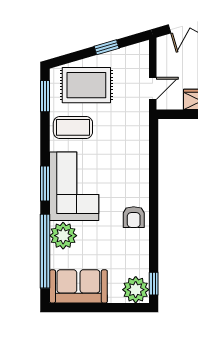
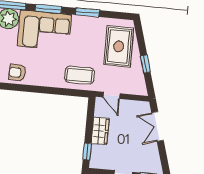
window: (45, 96) -> (88, 12), moved
coffee table: (73, 127) -> (79, 75), moved, turned 90

